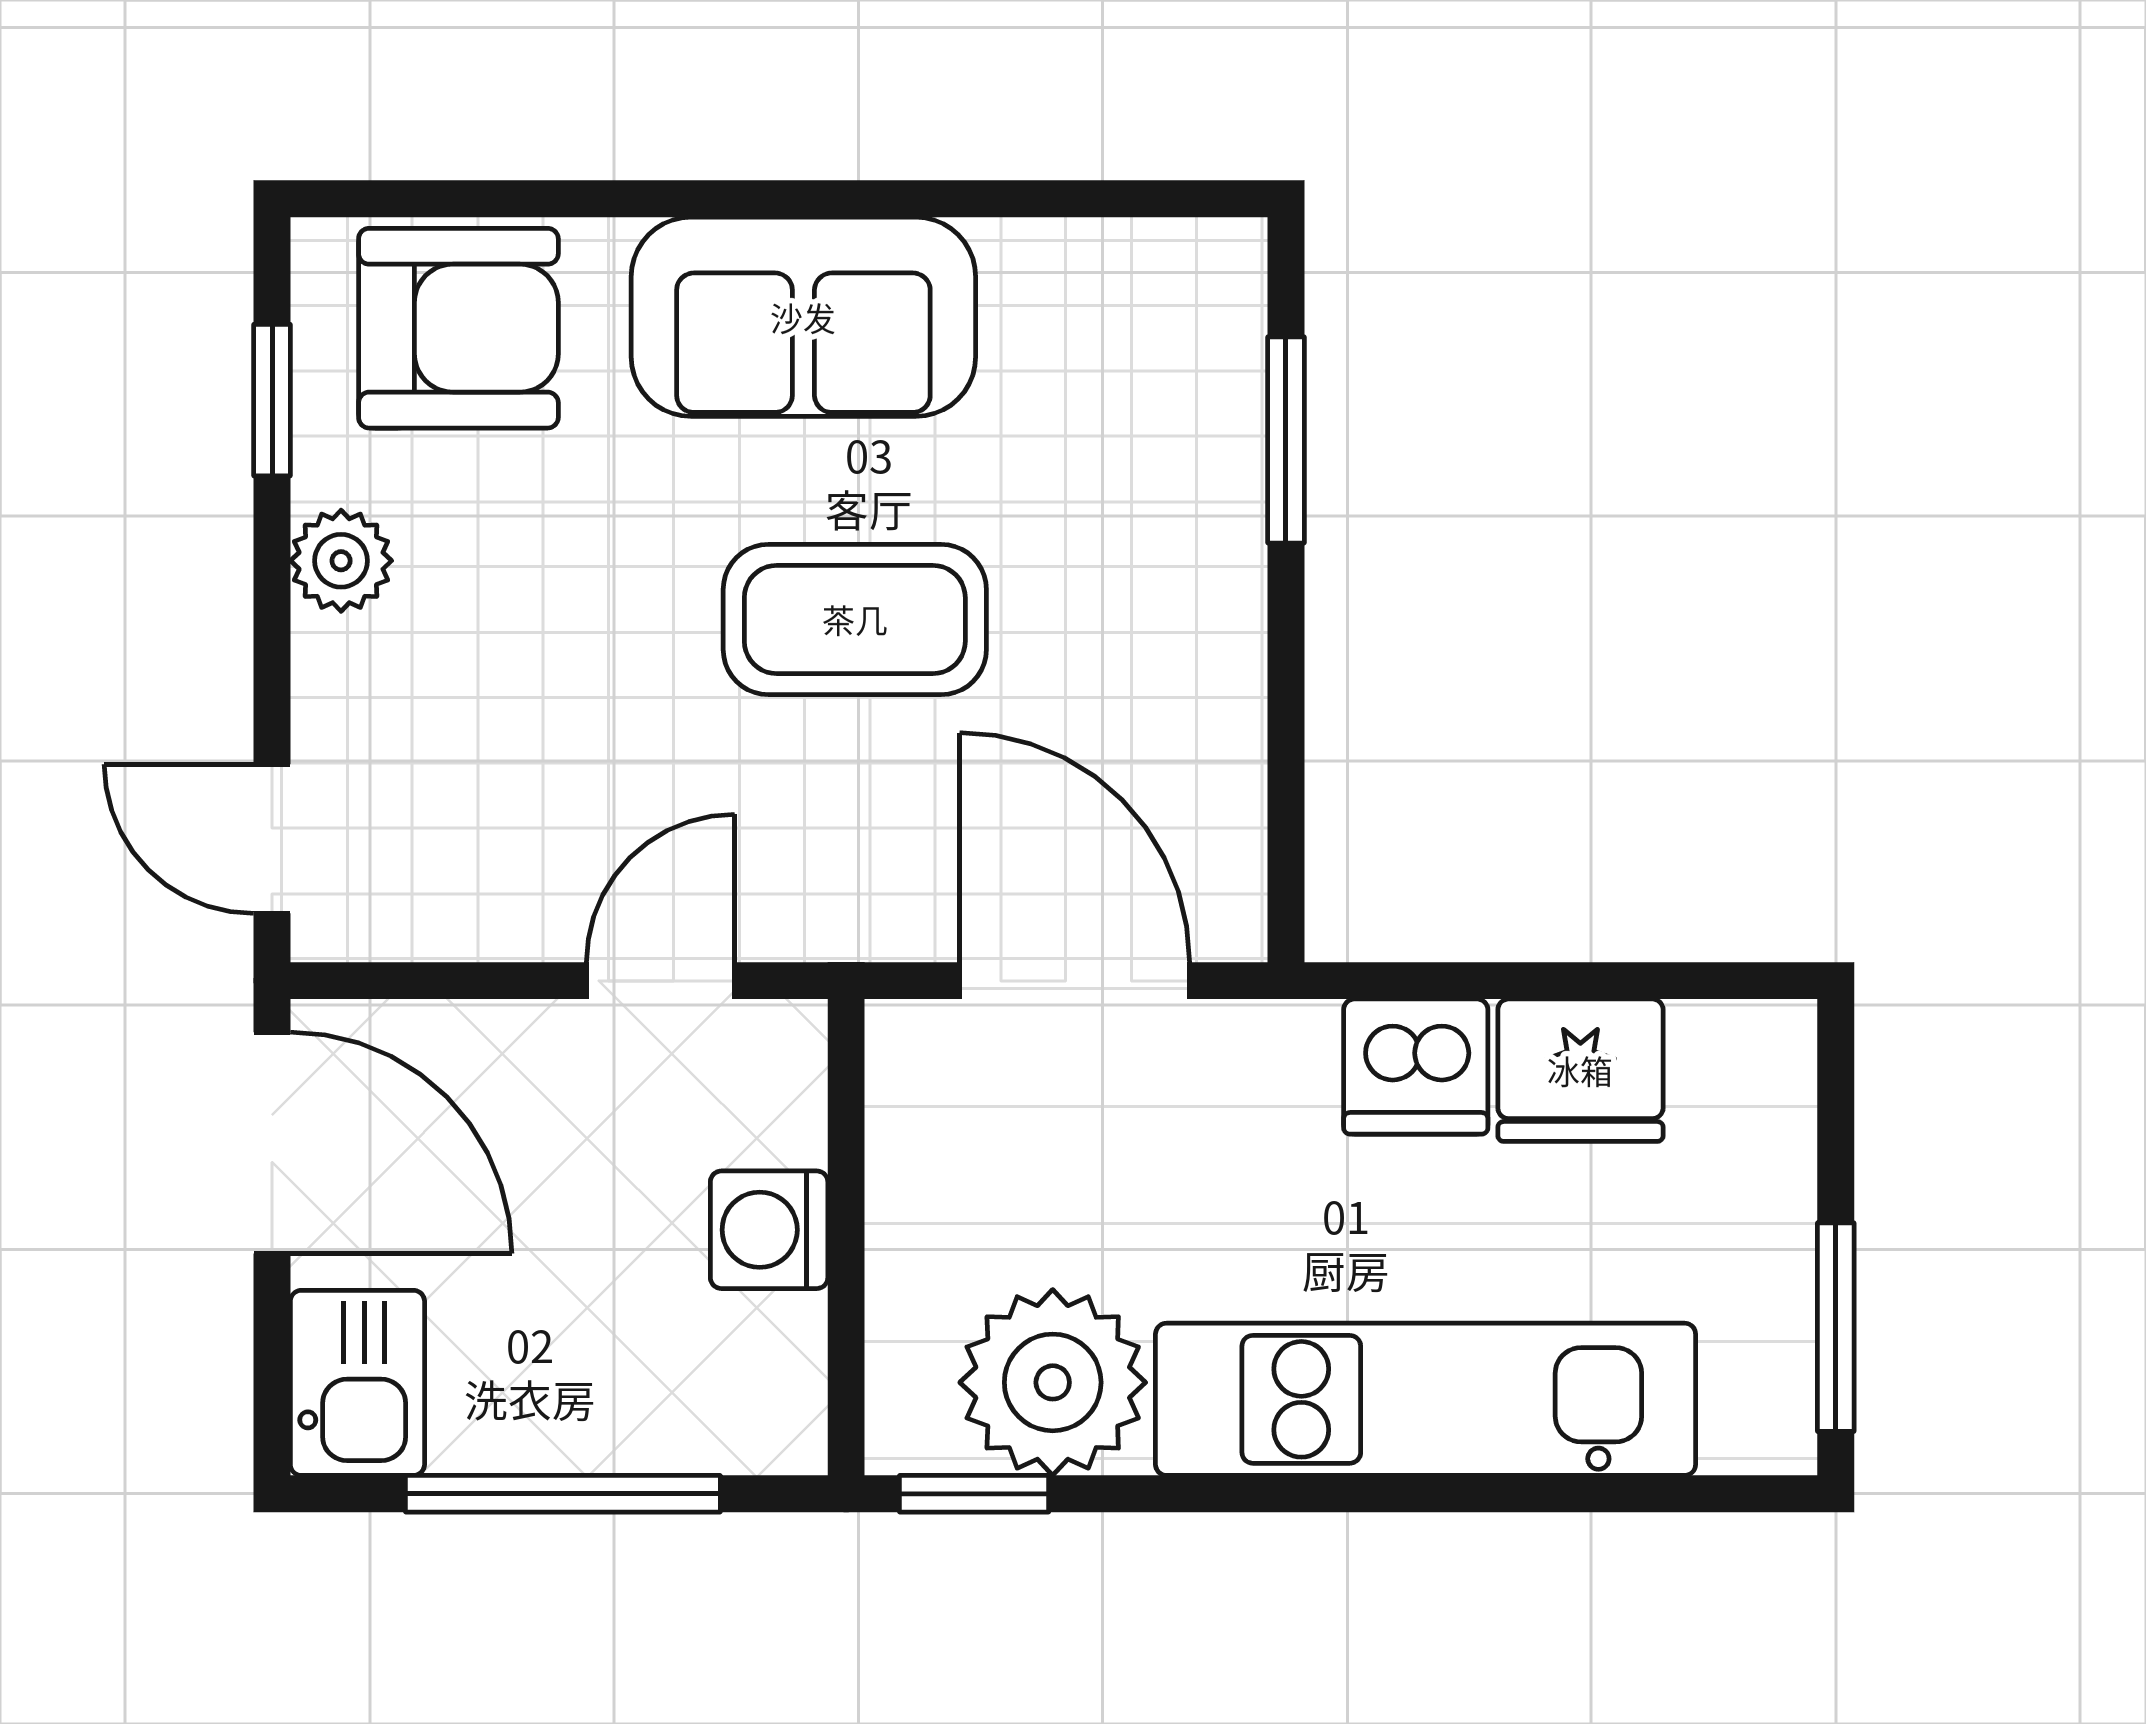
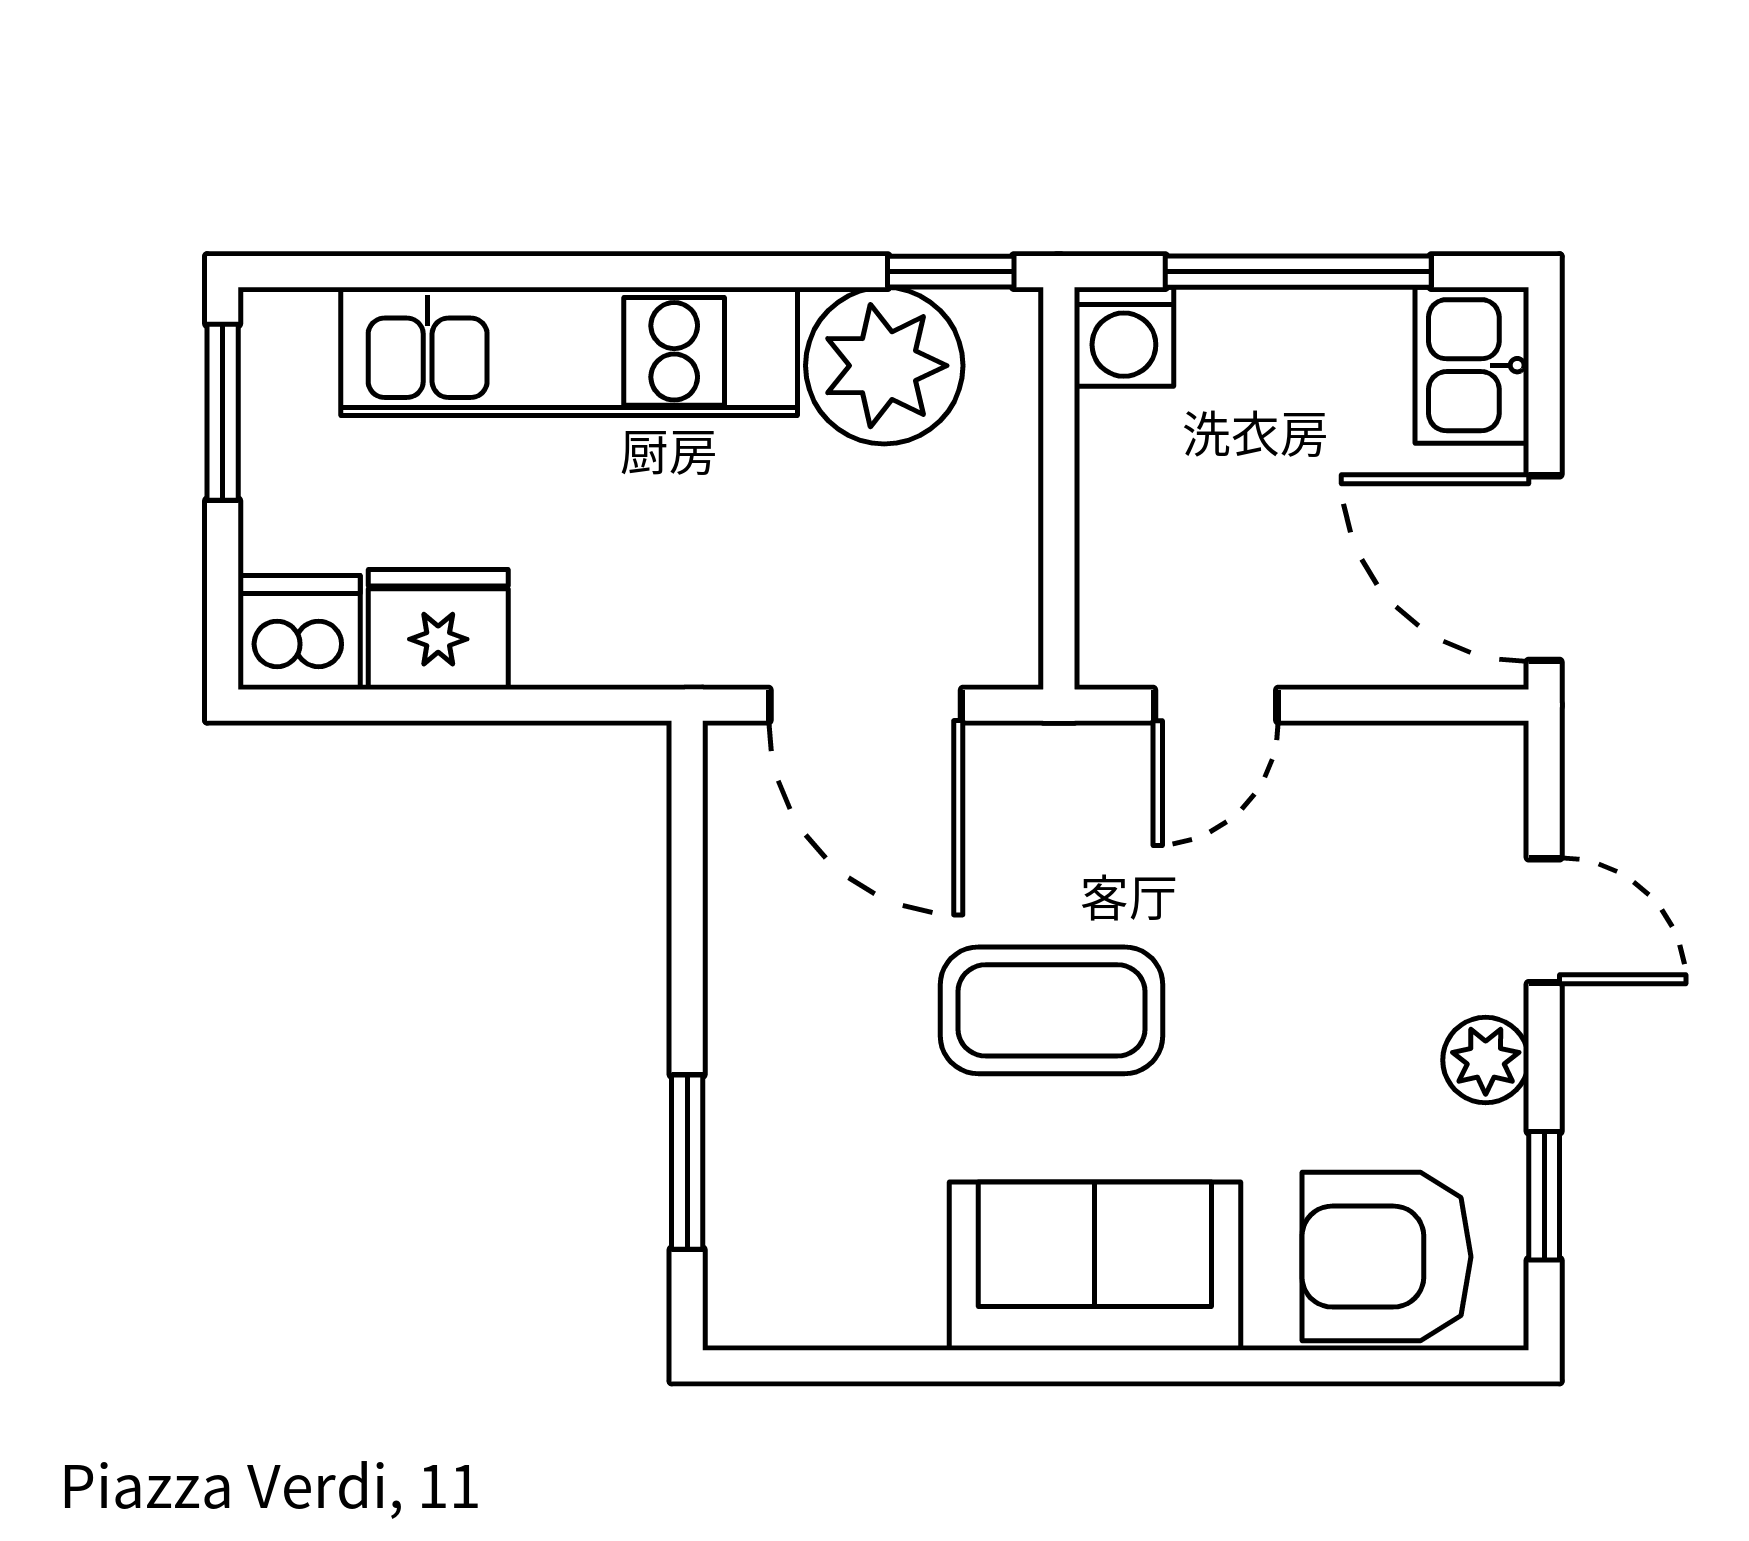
door: (272, 839) -> (1544, 921), moved
dishwasher: (1416, 1067) -> (299, 633), moved
washing machine: (769, 1230) -> (1124, 337), moved, turned 90

